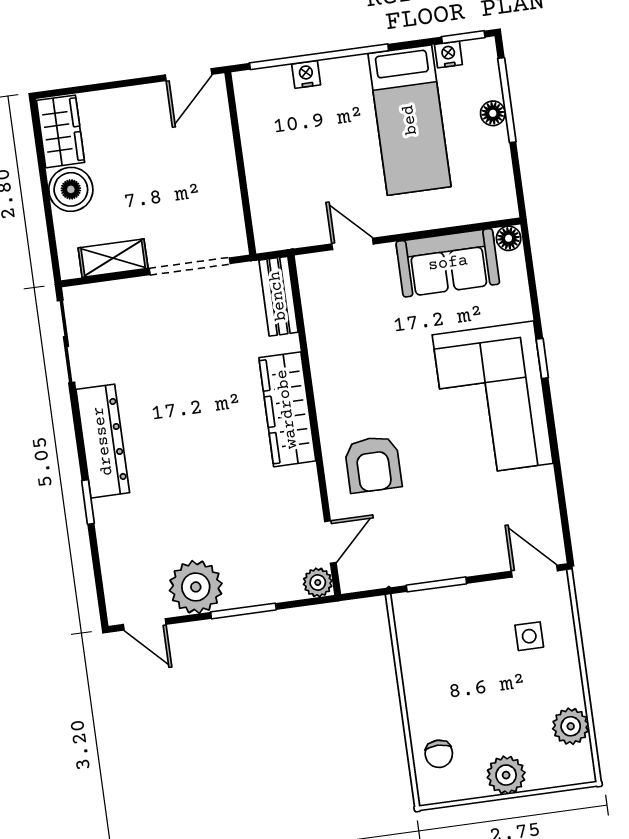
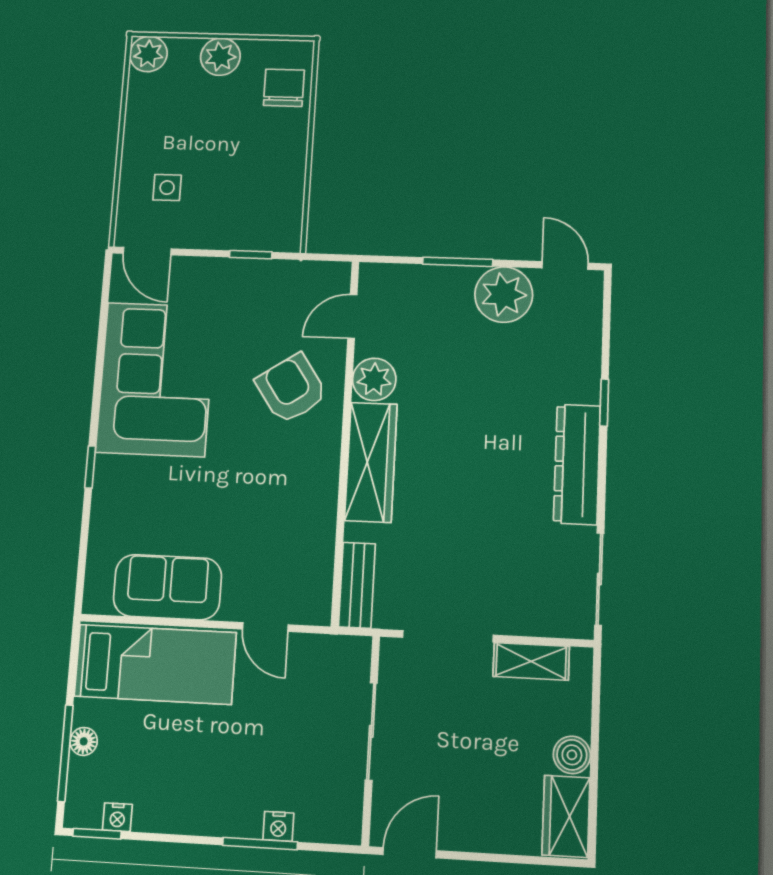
window: (319, 57) -> (260, 844), width x0.47
bed: (410, 120) -> (155, 664), moved, turned 90
sliding door: (241, 171) -> (371, 731), added
boiler: (71, 189) -> (572, 755), width x0.73, depth x0.73
floor lamp: (509, 238) -> (97, 601), removed
corner sofa: (493, 399) -> (156, 379), moved
armchair: (373, 464) -> (291, 389), turned -34
plant: (318, 582) -> (374, 379), moved, width x1.38, depth x1.38
window: (436, 584) -> (251, 255), width x0.67
plant: (571, 726) -> (148, 54), moved
chair: (439, 754) -> (284, 88), width x1.37, depth x1.37

